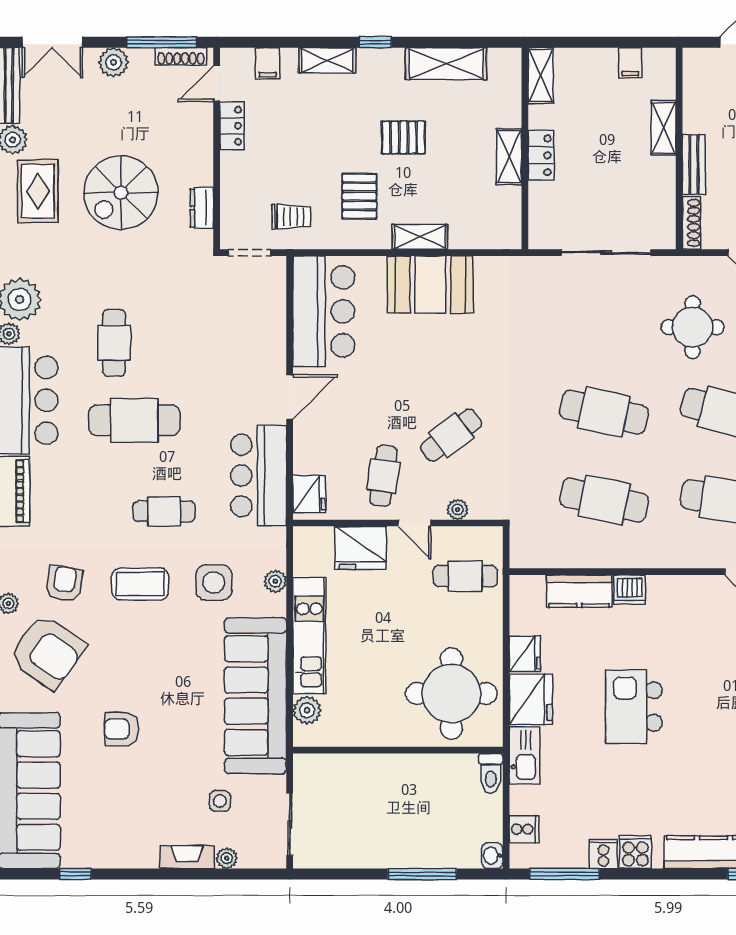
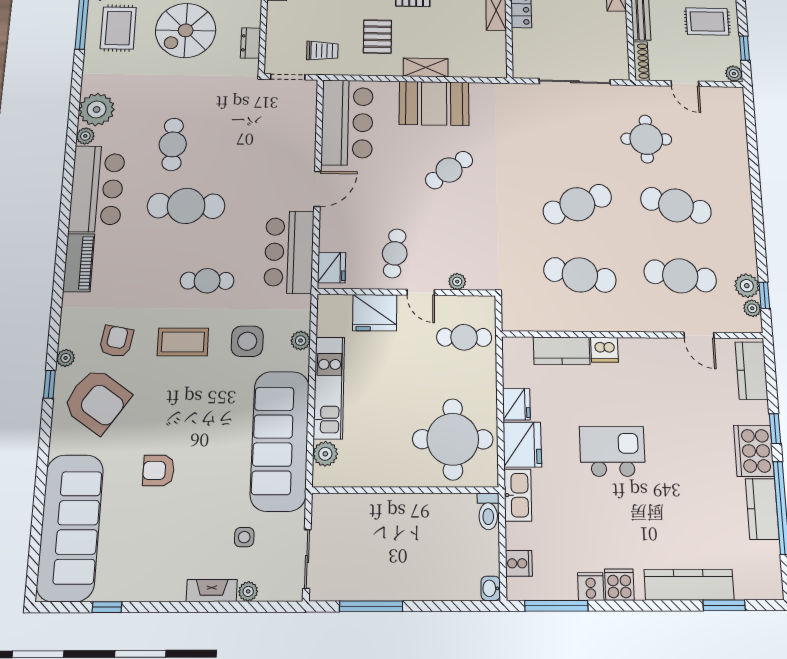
cafe table: (604, 412) -> (577, 204), turned -33
cafe table: (451, 435) -> (449, 170), moved
kitchen island: (634, 707) -> (612, 451), turned 90
window: (422, 874) -> (371, 606), moved

